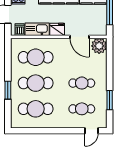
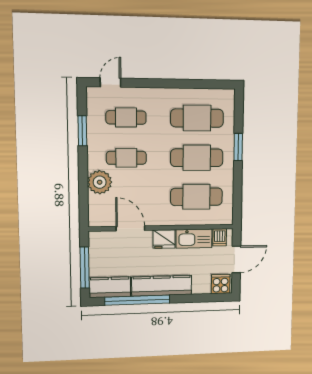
plant: (99, 46) -> (100, 182), moved

